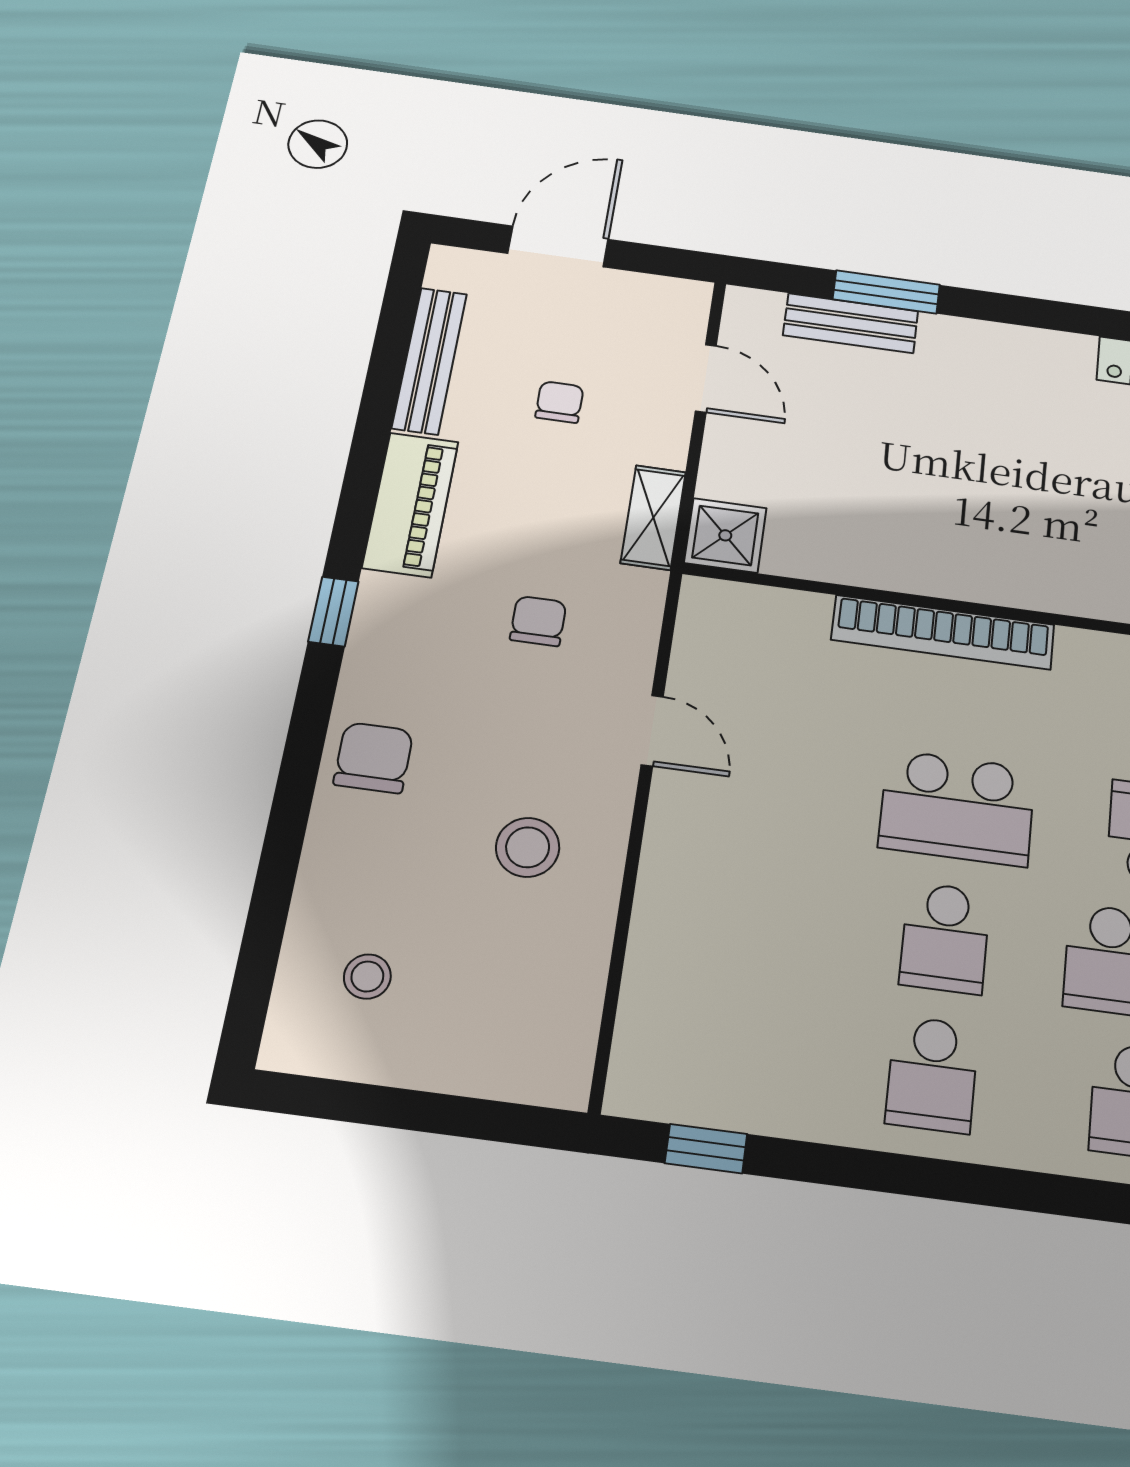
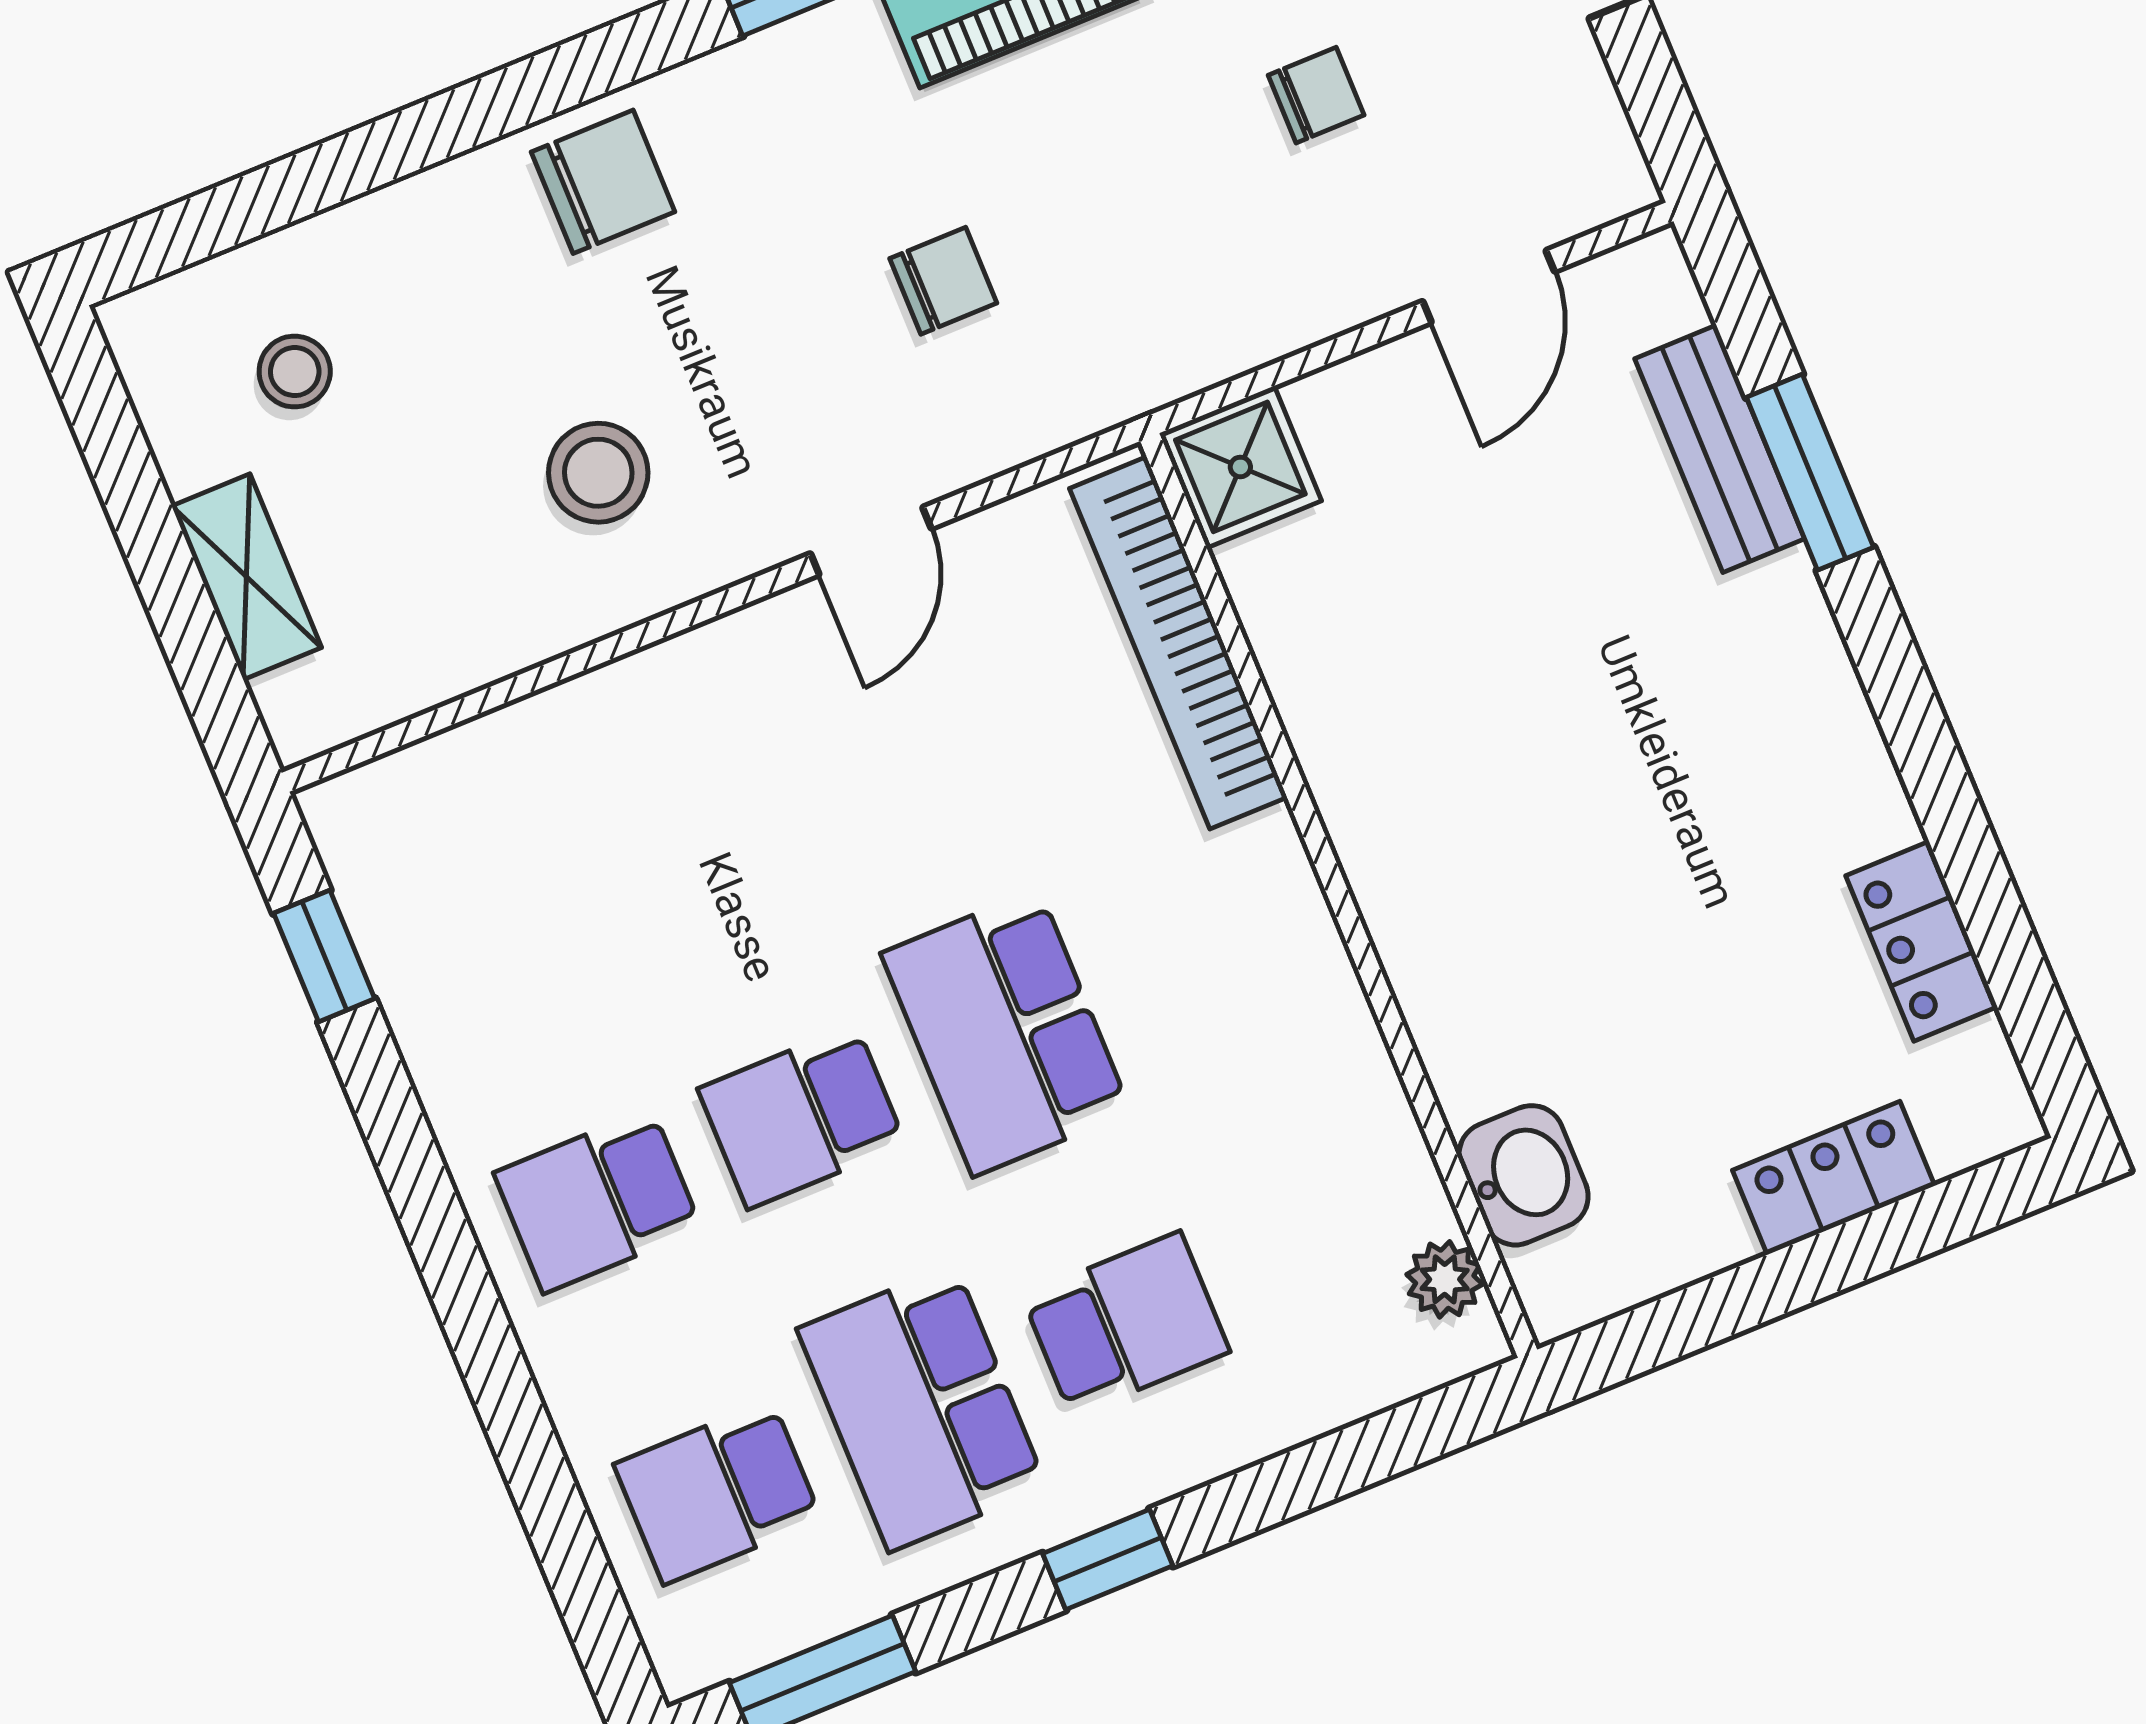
shelving: (653, 517) -> (247, 577), moved, turned 90
bookcase: (943, 632) -> (1178, 643), moved

